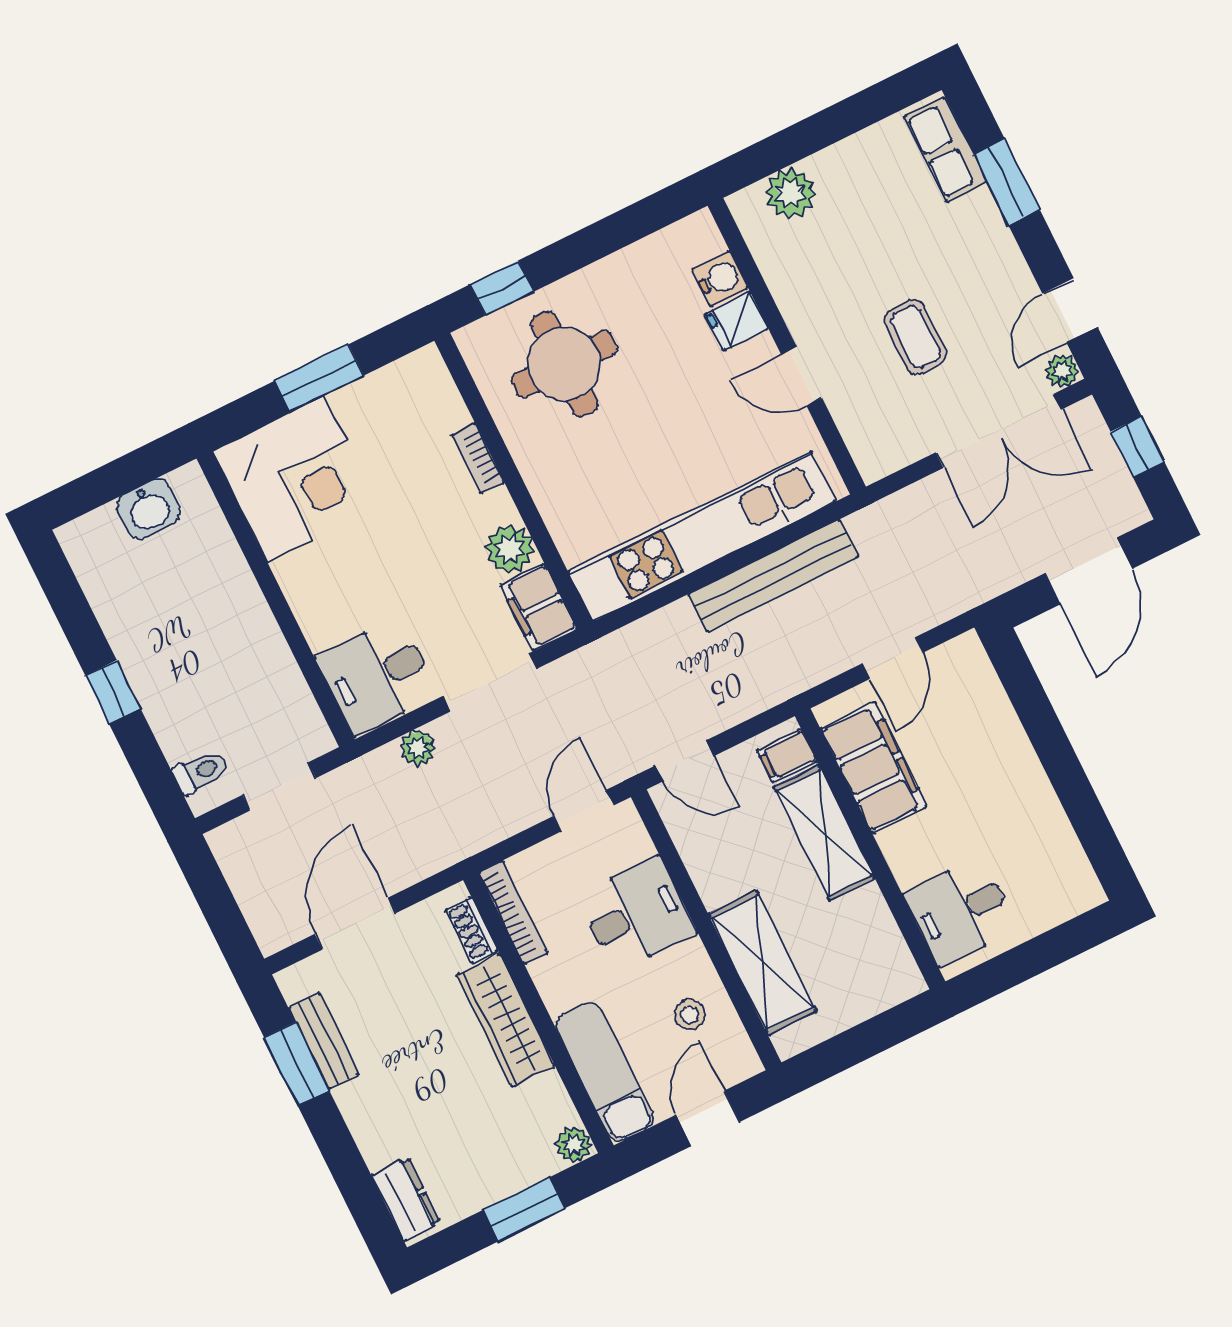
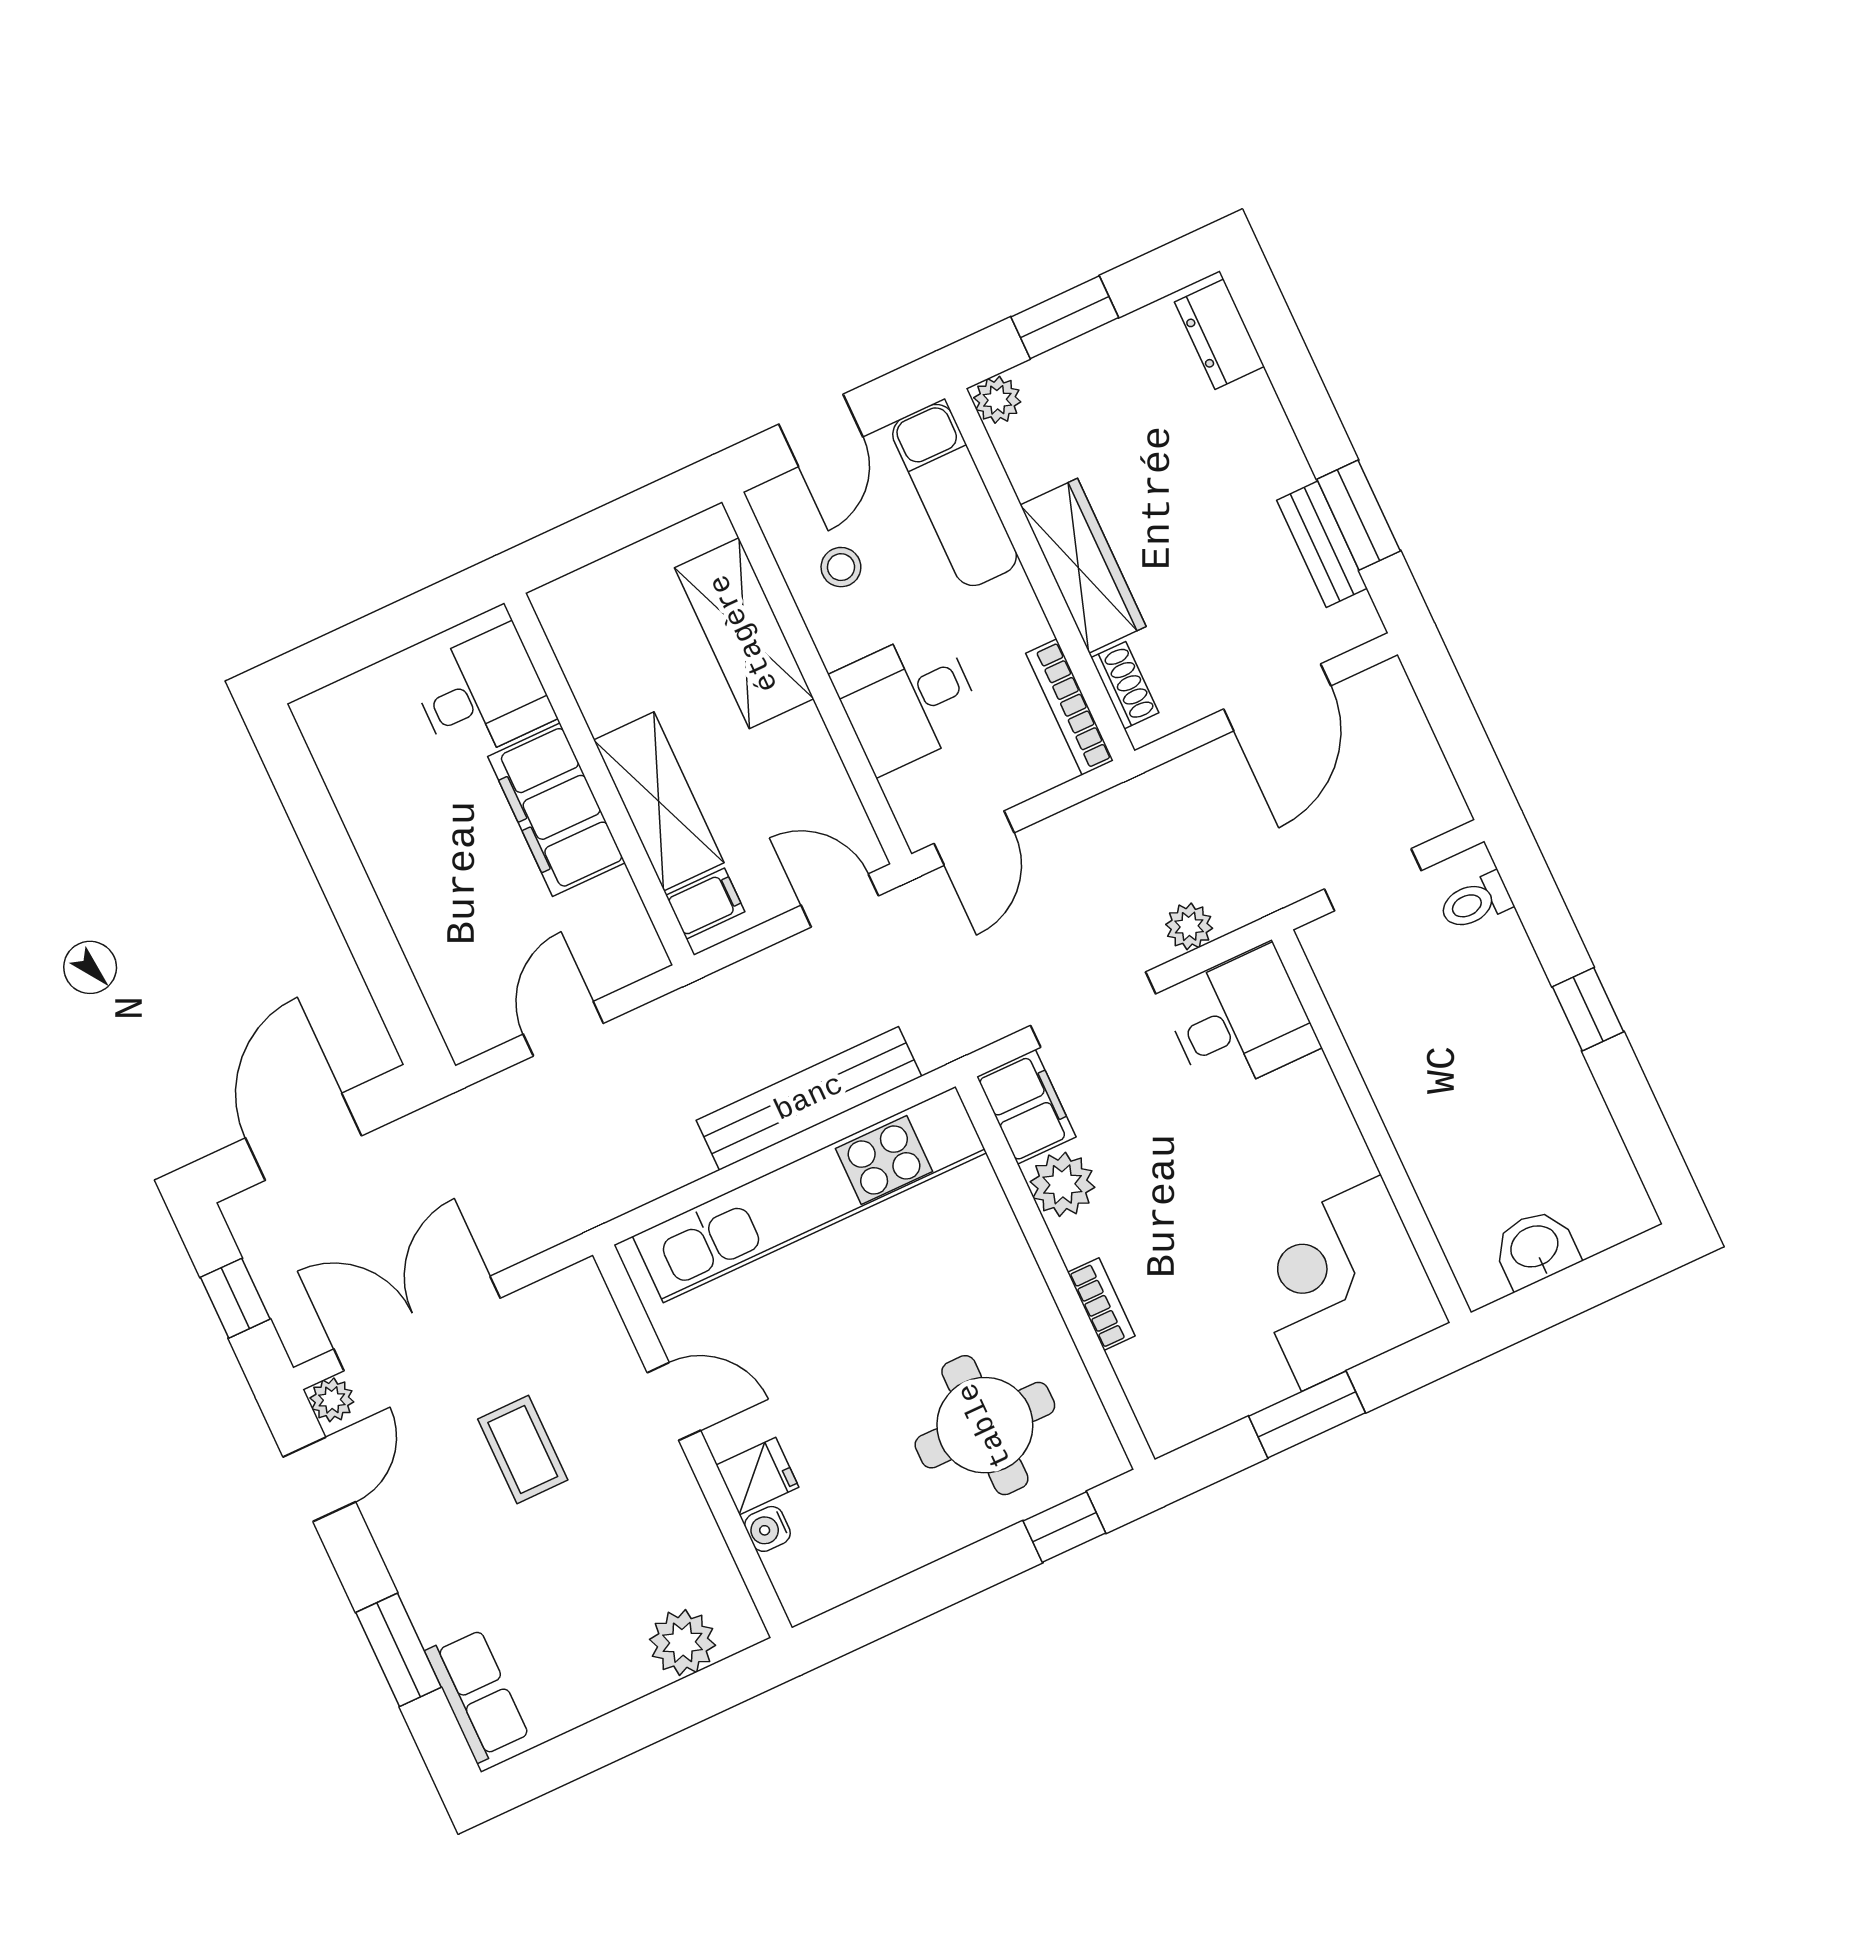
water cooler: (720, 278) -> (768, 1529), width x0.72, depth x0.72
bench: (773, 575) -> (809, 1098), moved
filing cabinet: (874, 768) -> (557, 810), moved

